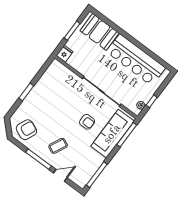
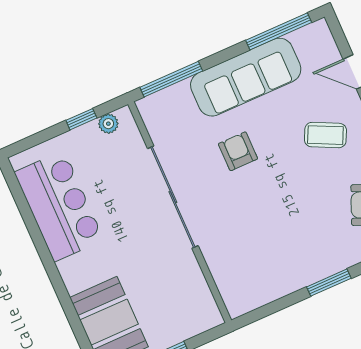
fridge: (65, 54) -> (206, 317), removed
bar counter: (136, 60) -> (59, 206), width x0.73
sofa: (112, 134) -> (246, 77), moved

